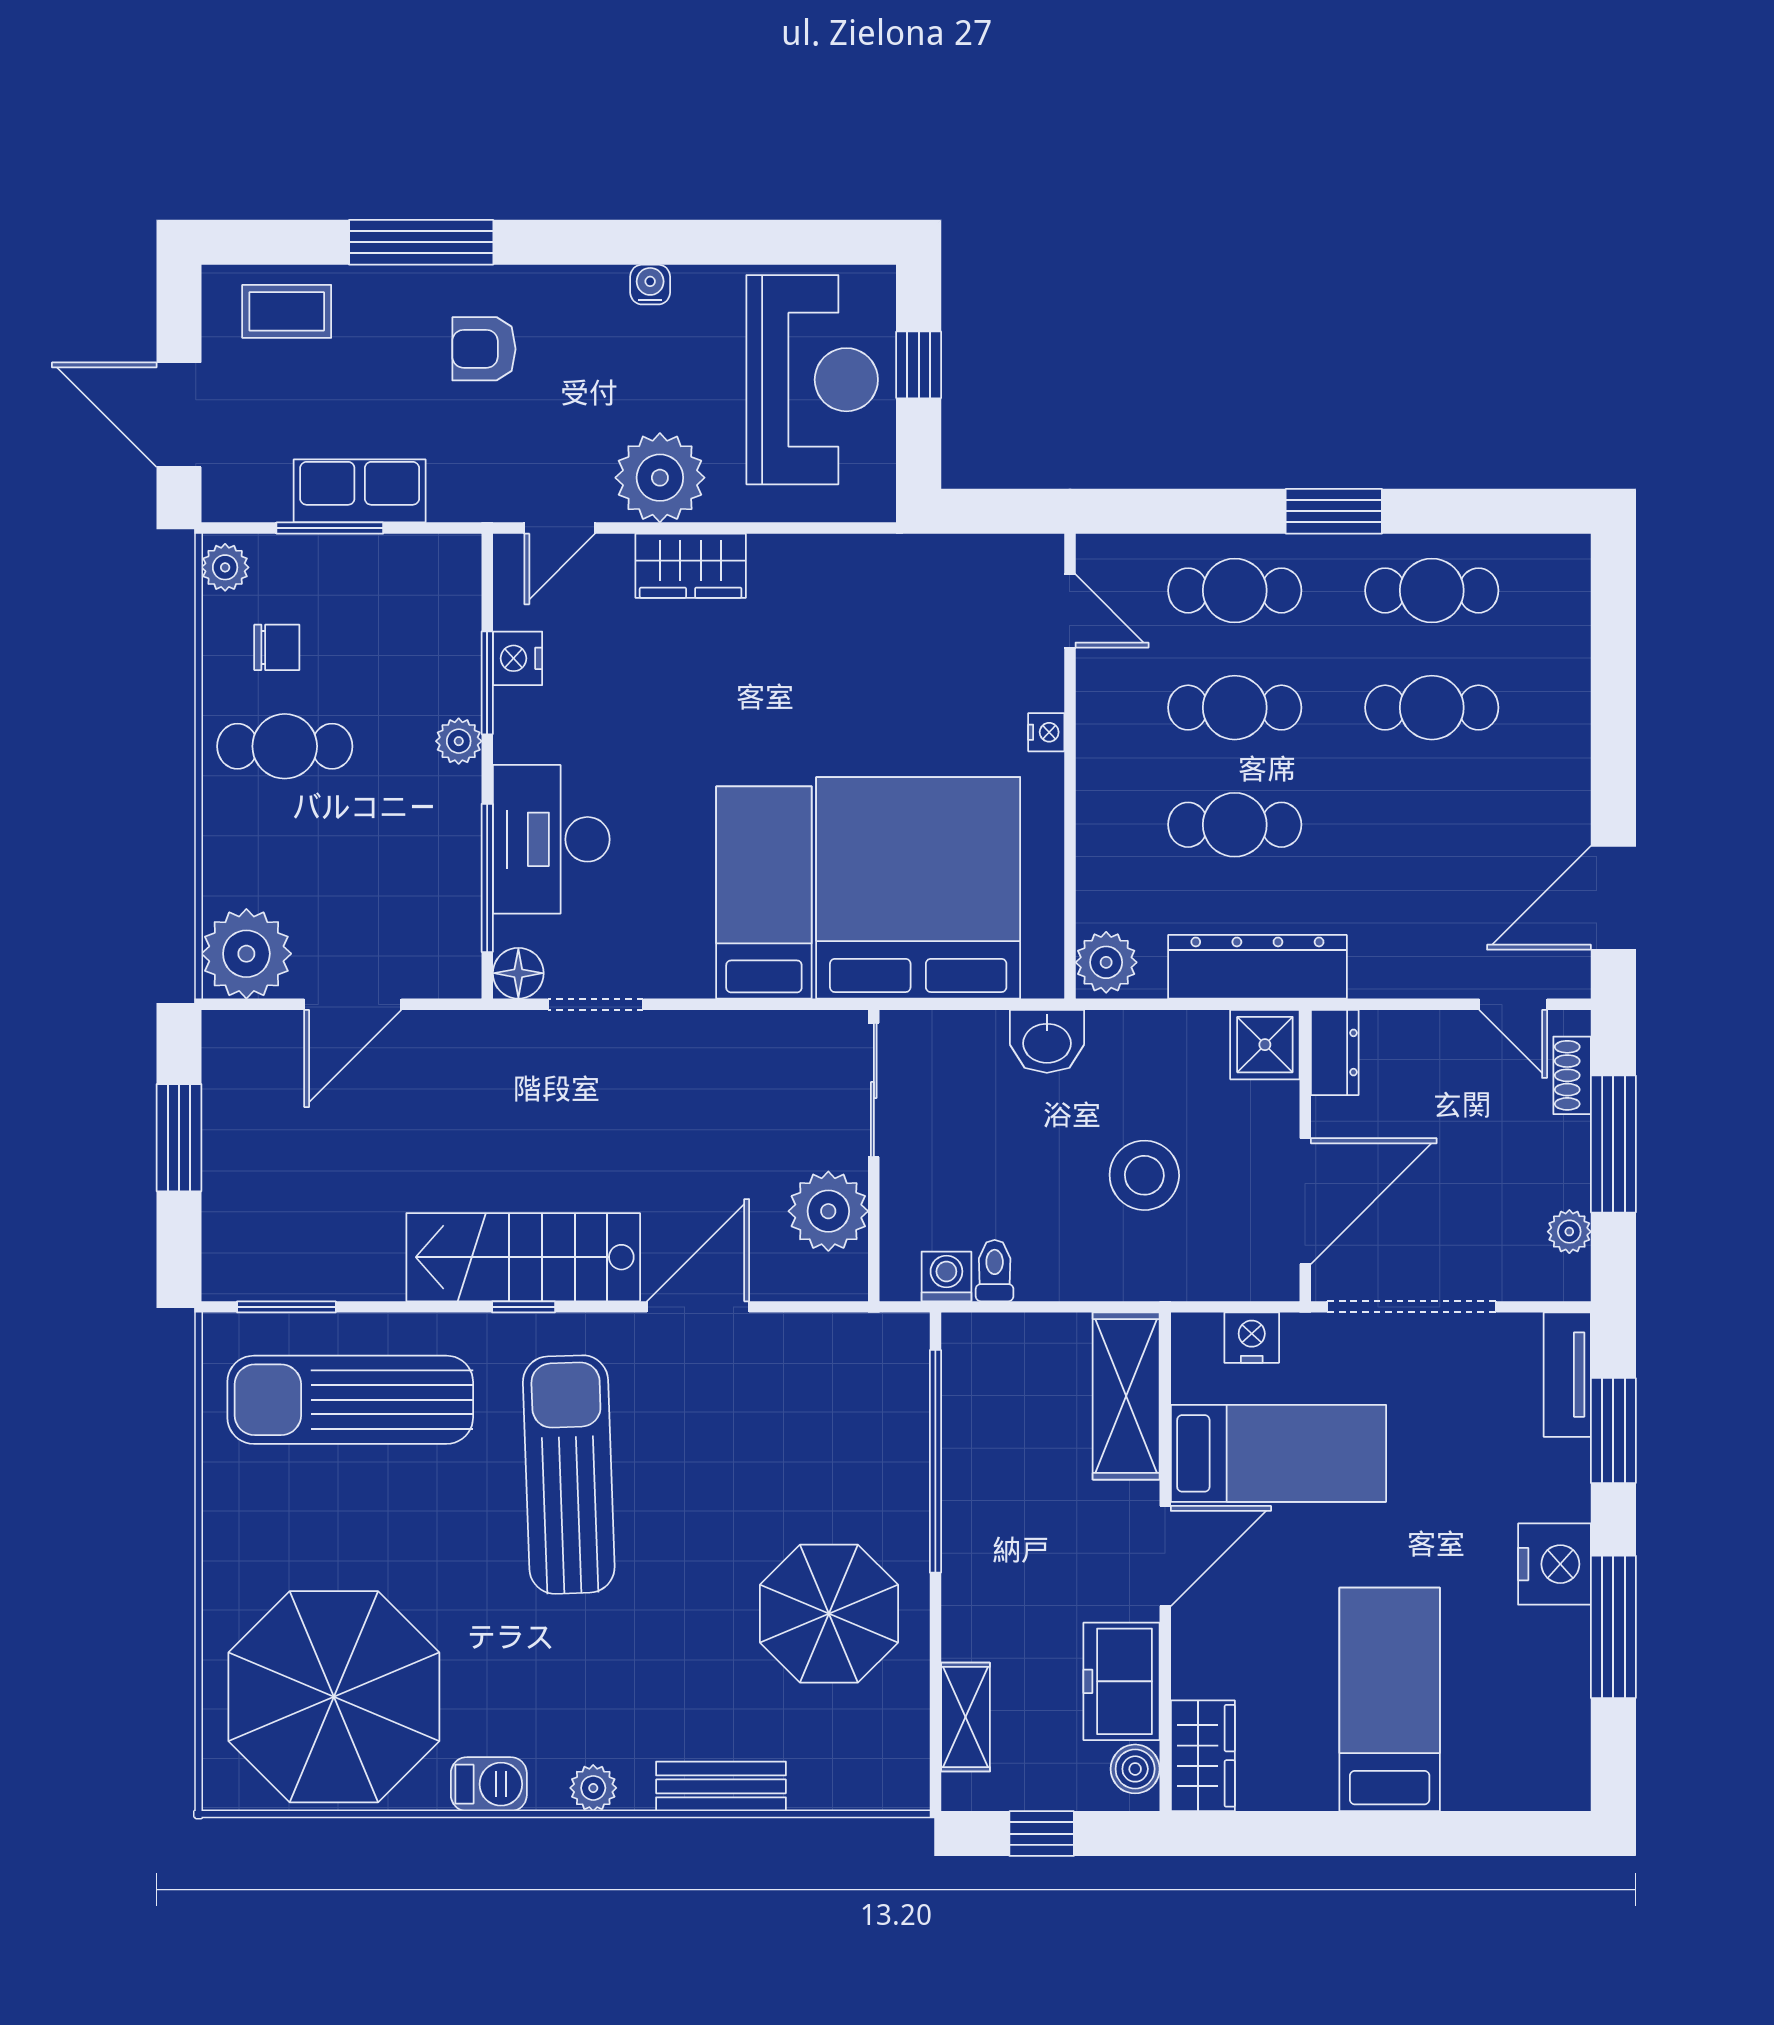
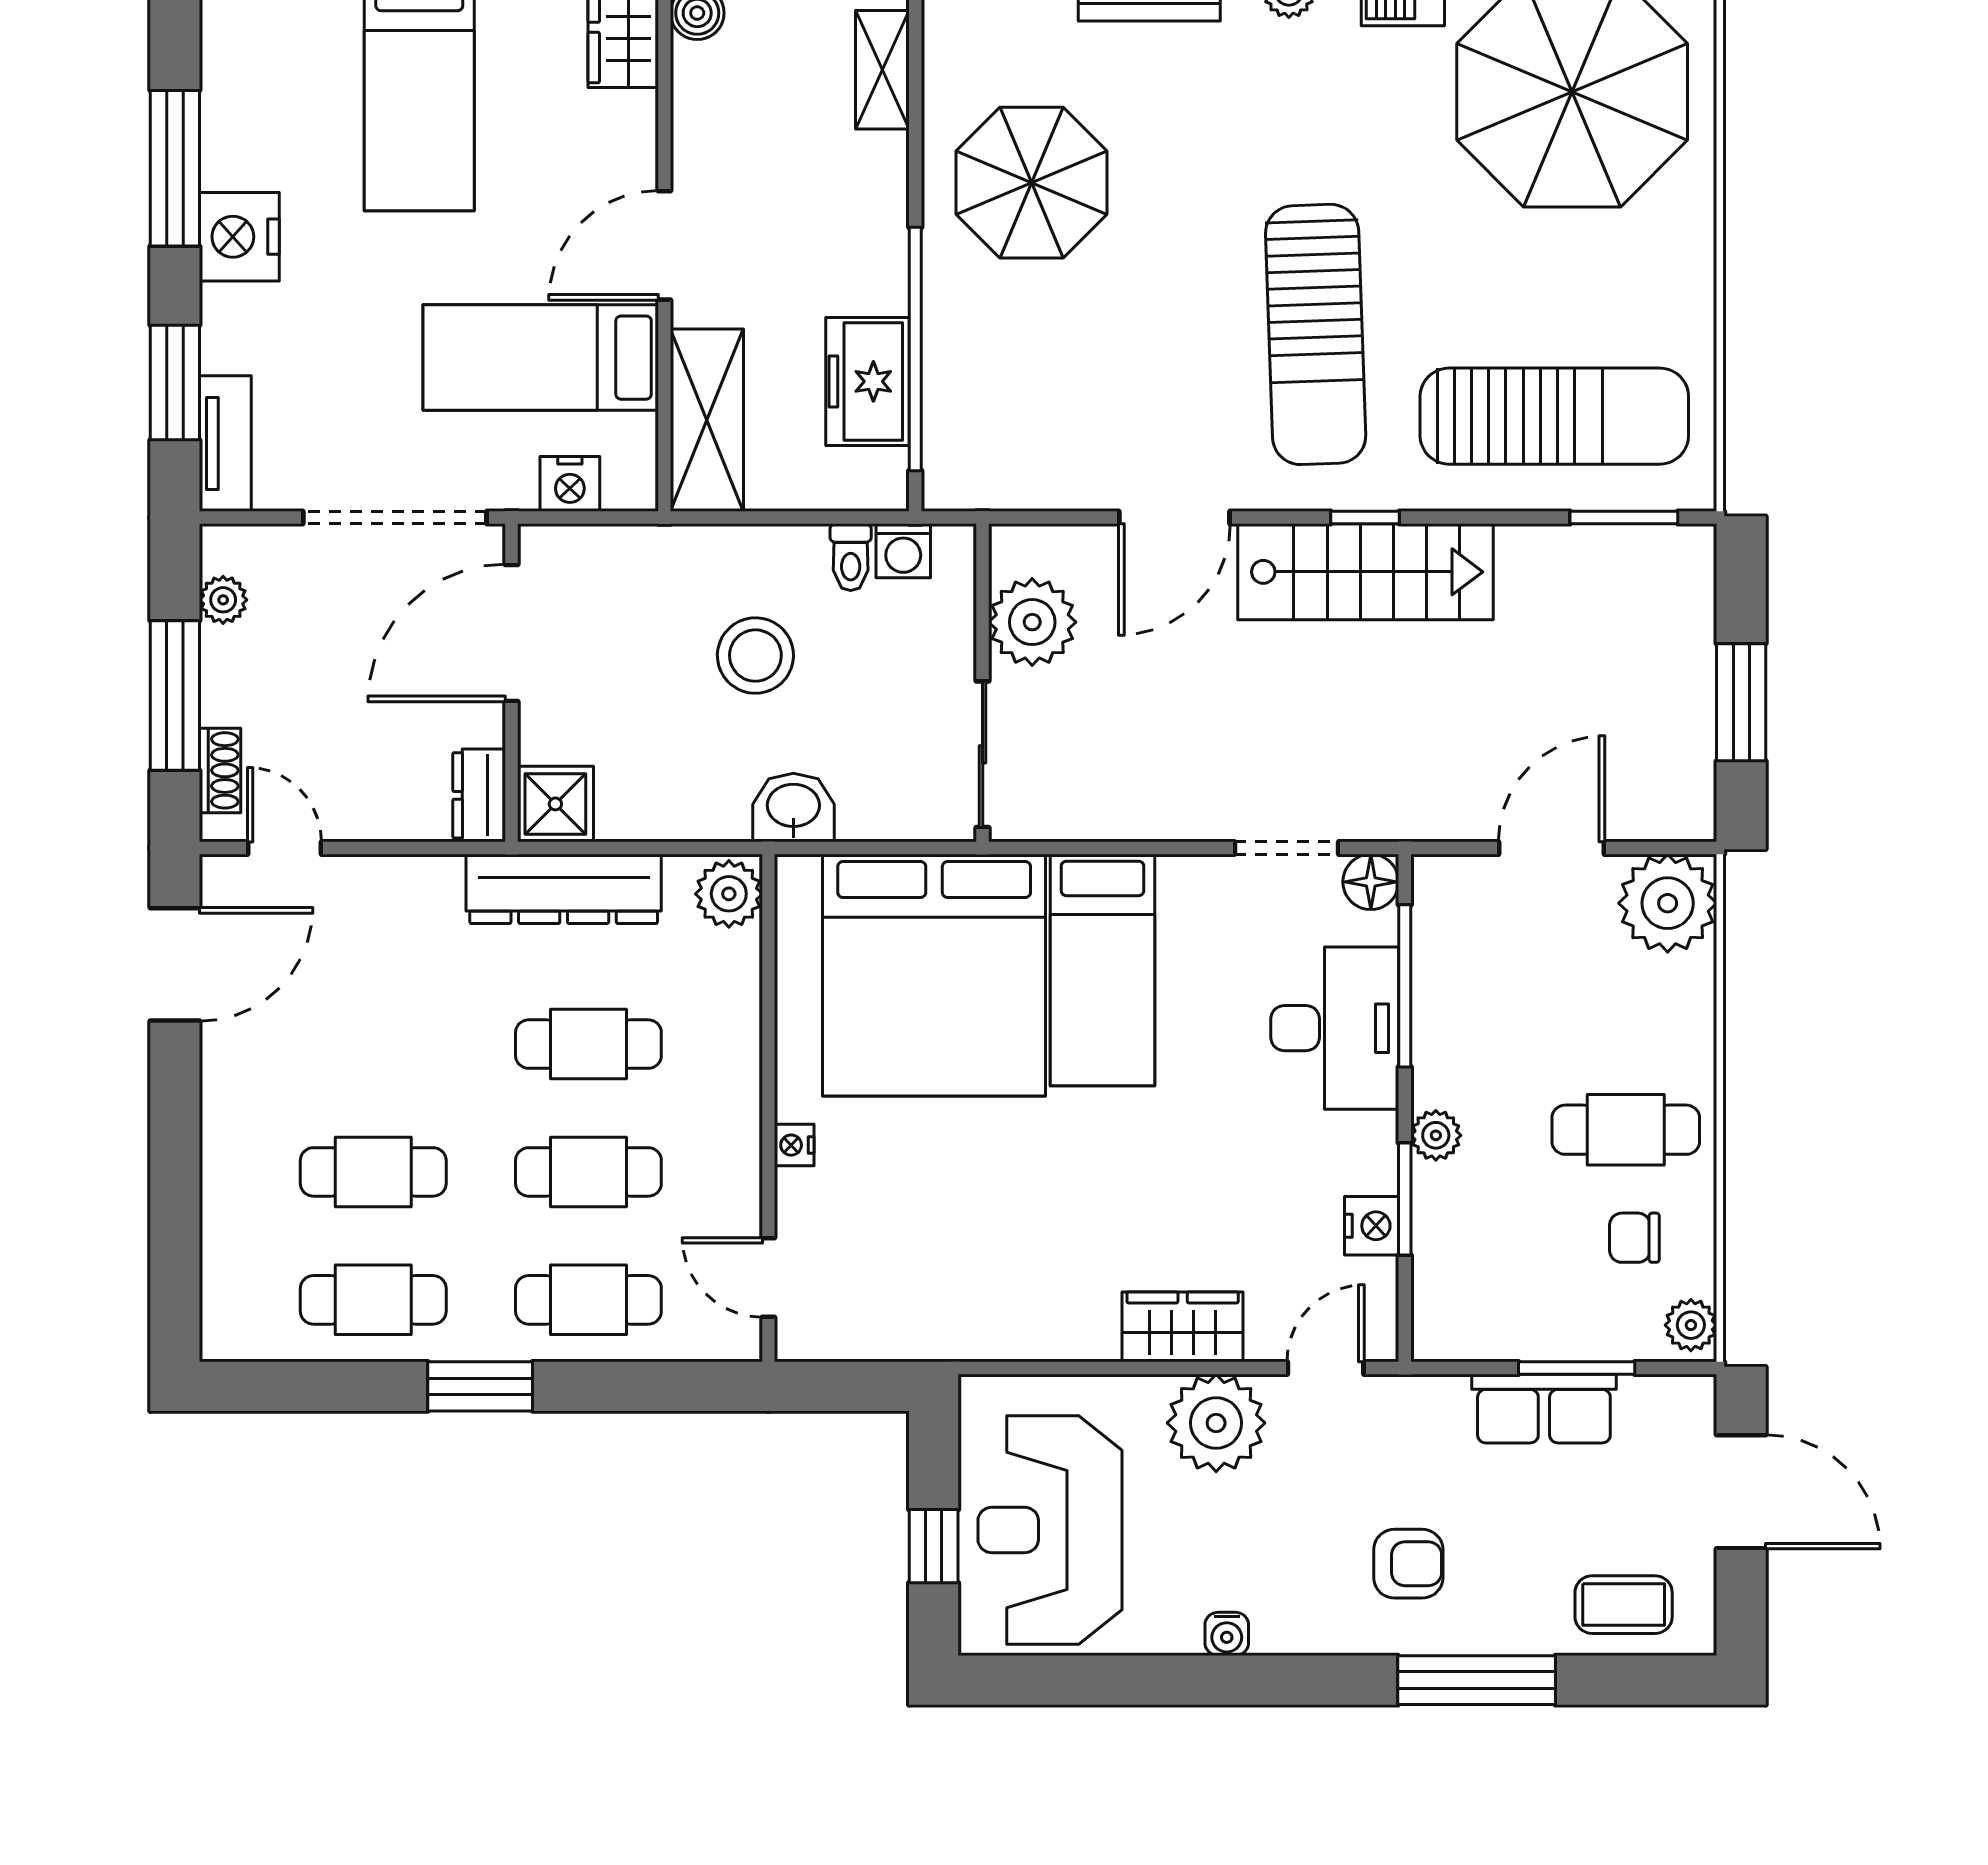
stool: (1144, 1175) -> (755, 656), moved
freezer: (1121, 1681) -> (867, 381), moved, turned 180

